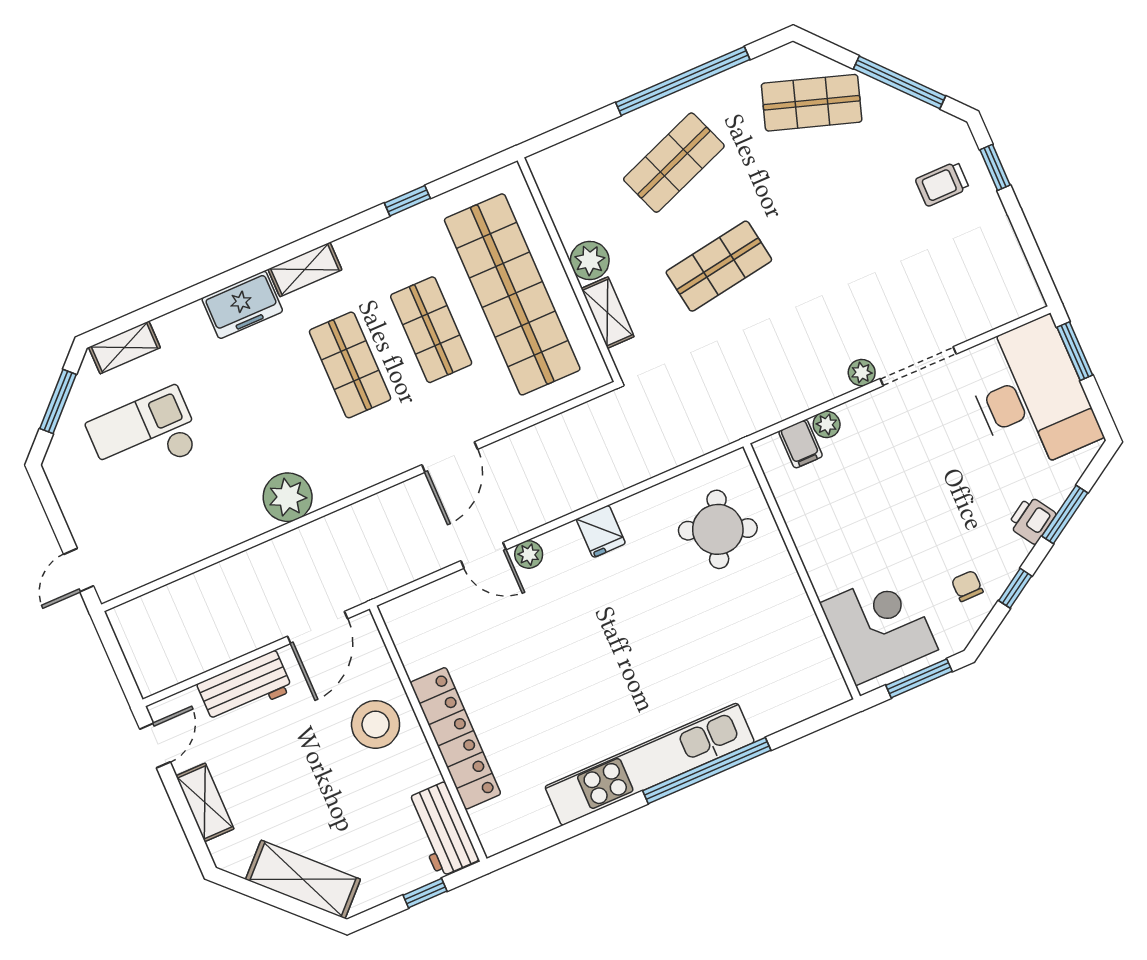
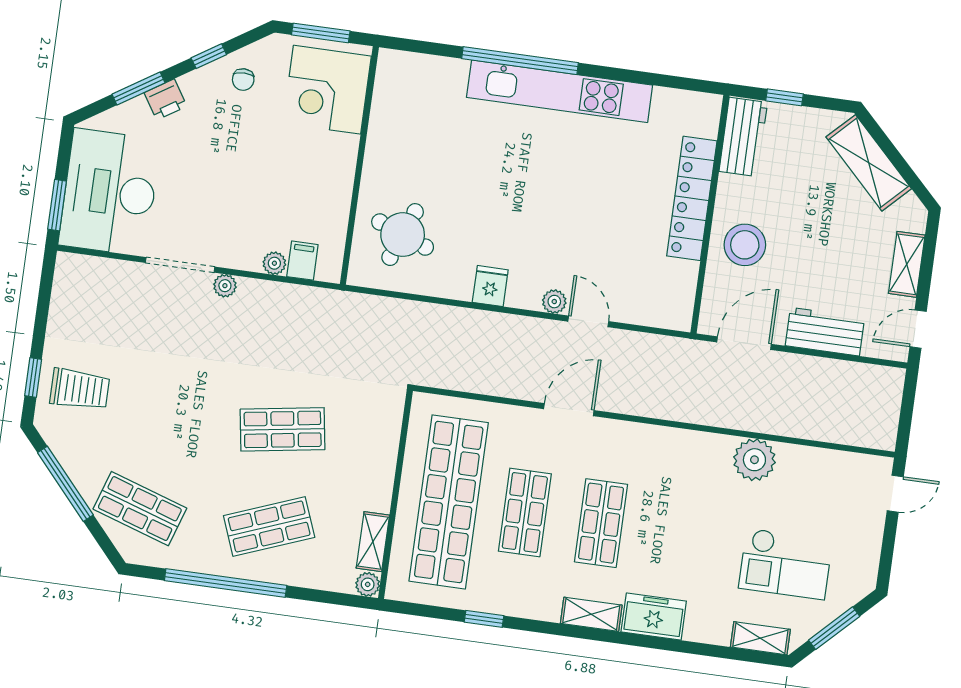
trolley: (942, 184) -> (80, 389), width x1.36, depth x1.39
plant: (590, 261) -> (368, 584), moved, width x0.73, depth x0.73
shelving: (608, 313) -> (373, 542), moved
plant: (288, 497) -> (754, 460), moved

